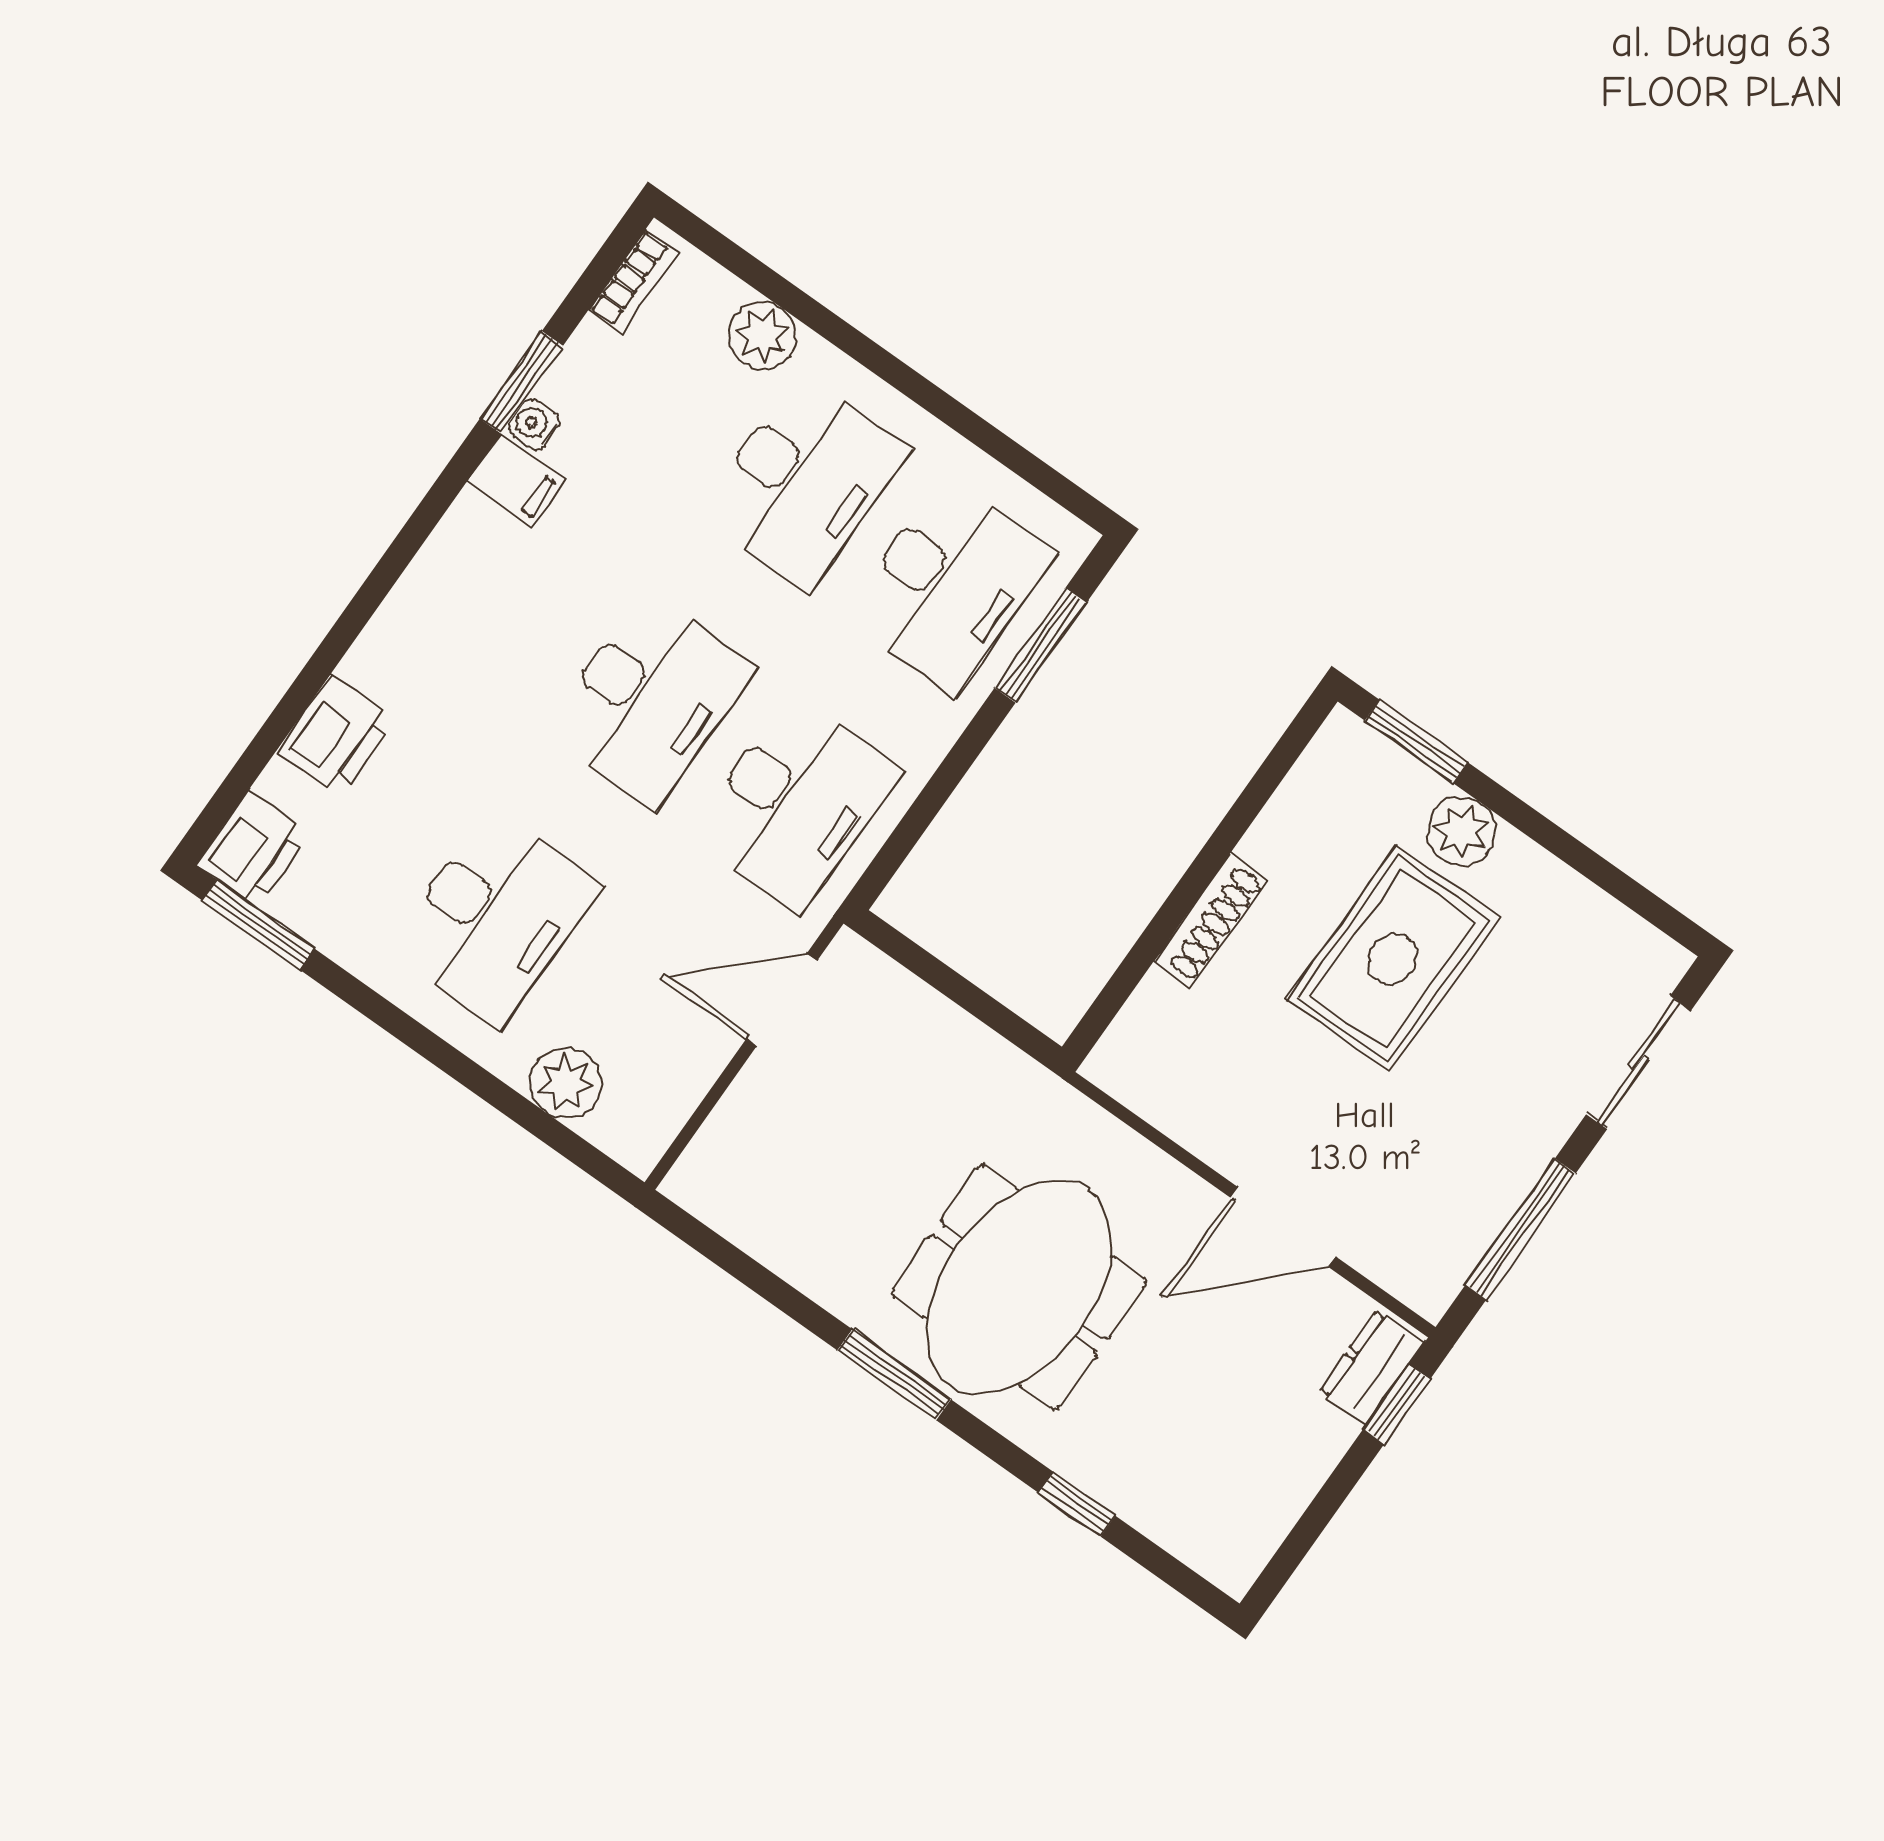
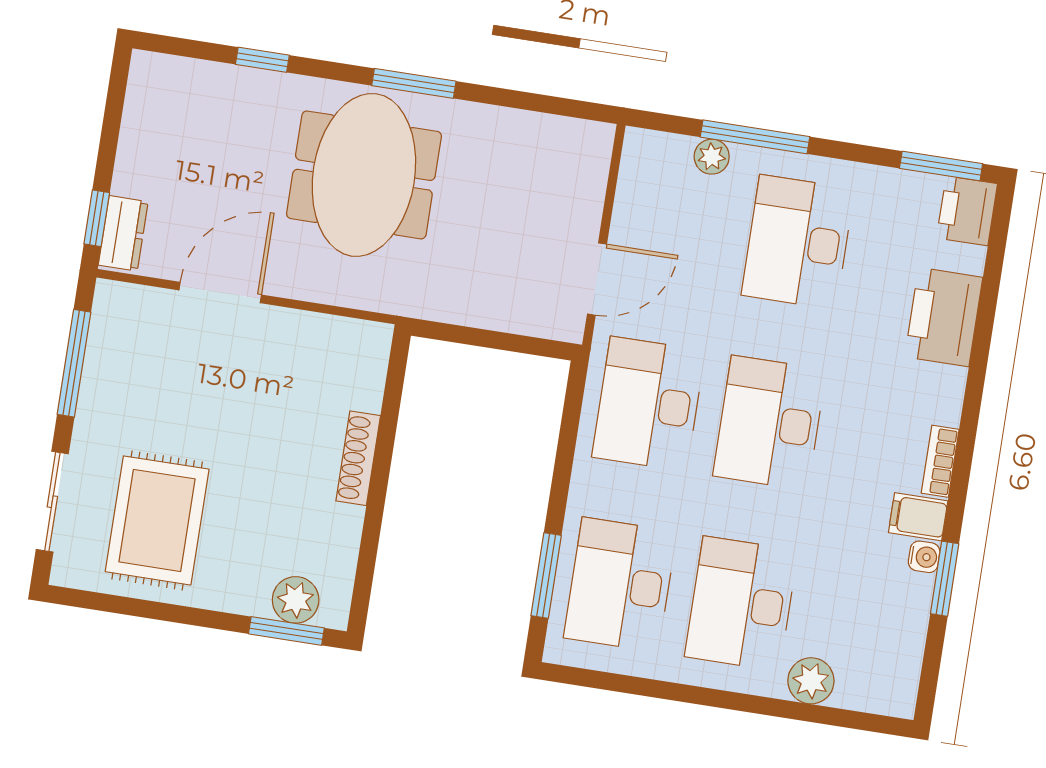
bookcase: (633, 281) -> (940, 461), moved
printer: (336, 735) -> (944, 317), width x1.37, depth x1.19
plant: (1462, 831) -> (296, 600), moved
rug: (1393, 959) -> (157, 520), moved
window: (483, 1083) -> (755, 137), added
plant: (566, 1083) -> (712, 157), width x0.73, depth x0.73

